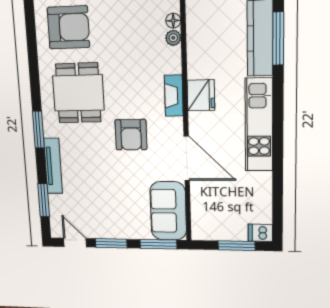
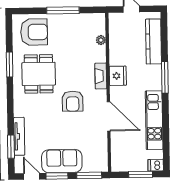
floor lamp: (173, 21) -> (101, 30), removed
window: (278, 39) -> (165, 77), moved
kitchen unit: (259, 125) -> (154, 120), moved
window: (38, 130) -> (10, 64), moved
tv unit: (53, 166) -> (19, 136), moved
sofa: (168, 211) -> (62, 161), moved, turned 90

